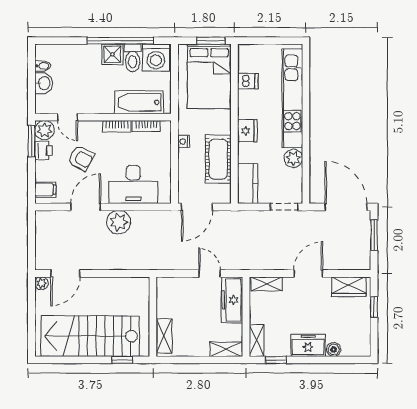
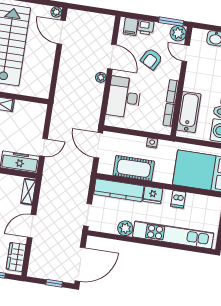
dishwasher: (248, 81) -> (178, 199), moved
door: (68, 117) -> (186, 53), hinge flipped
printer: (43, 151) -> (146, 27), moved
kitchen counter: (248, 183) -> (119, 190), width x1.50
plant: (119, 222) -> (101, 77), width x0.53, depth x0.53
window: (374, 235) -> (54, 283), width x0.67
door: (308, 273) -> (32, 226), swing flipped

